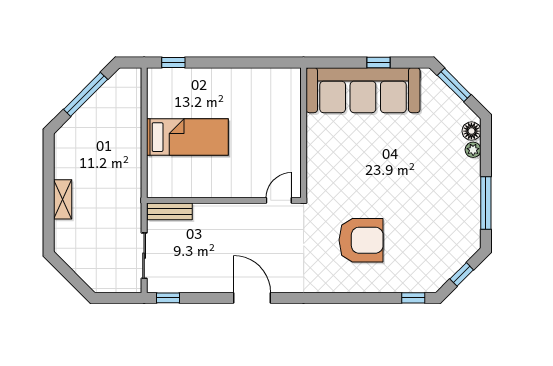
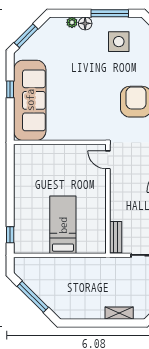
floor lamp: (471, 131) -> (85, 23), moved
shelving: (63, 199) -> (119, 313), moved
side table: (446, 216) -> (119, 42), added

